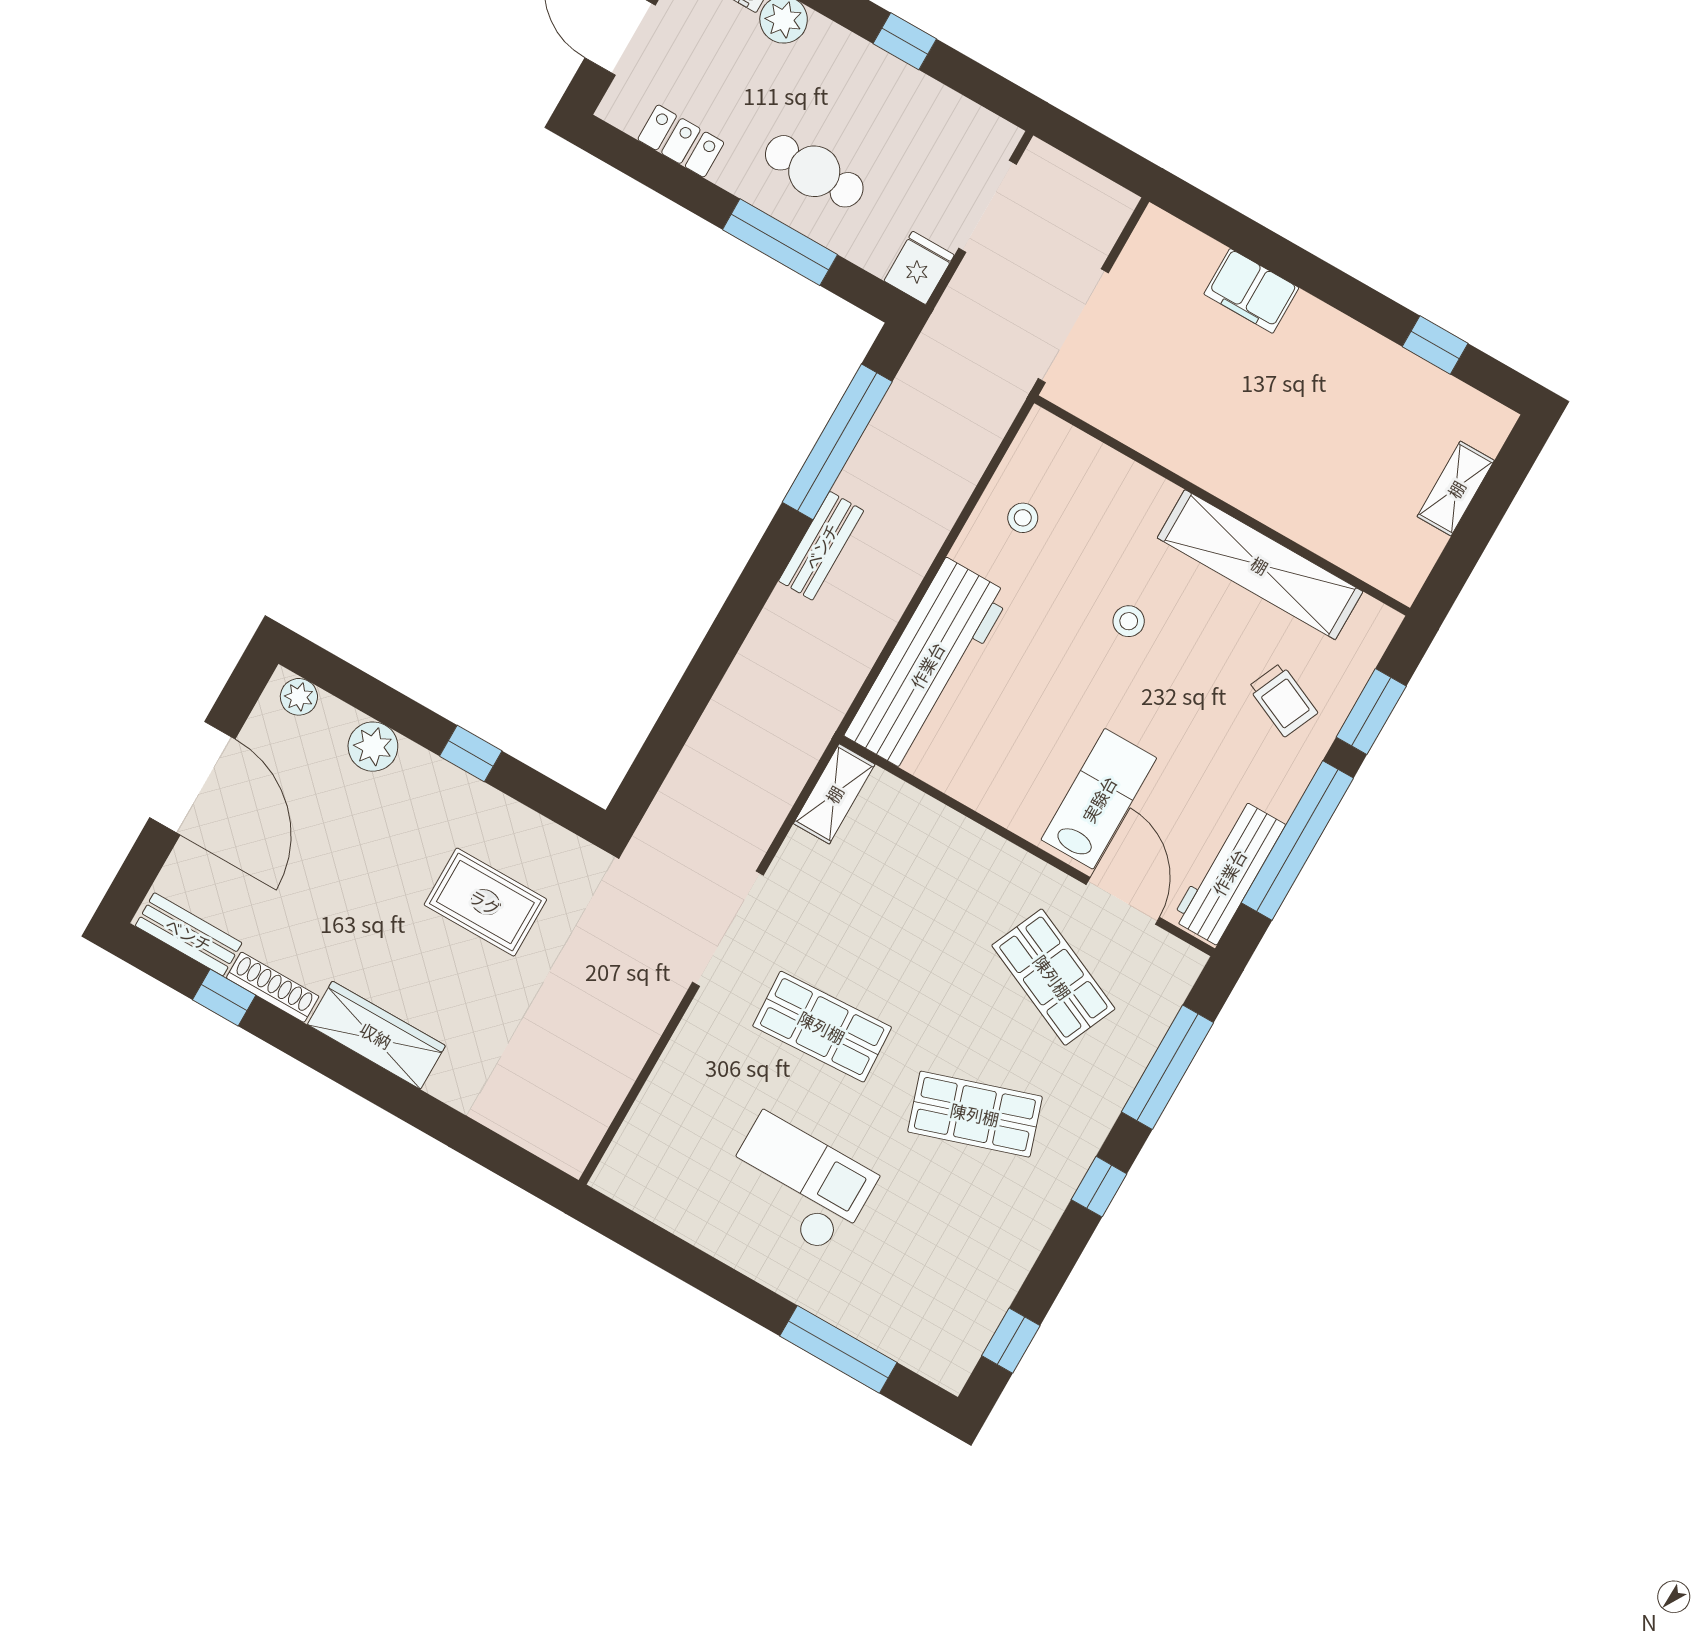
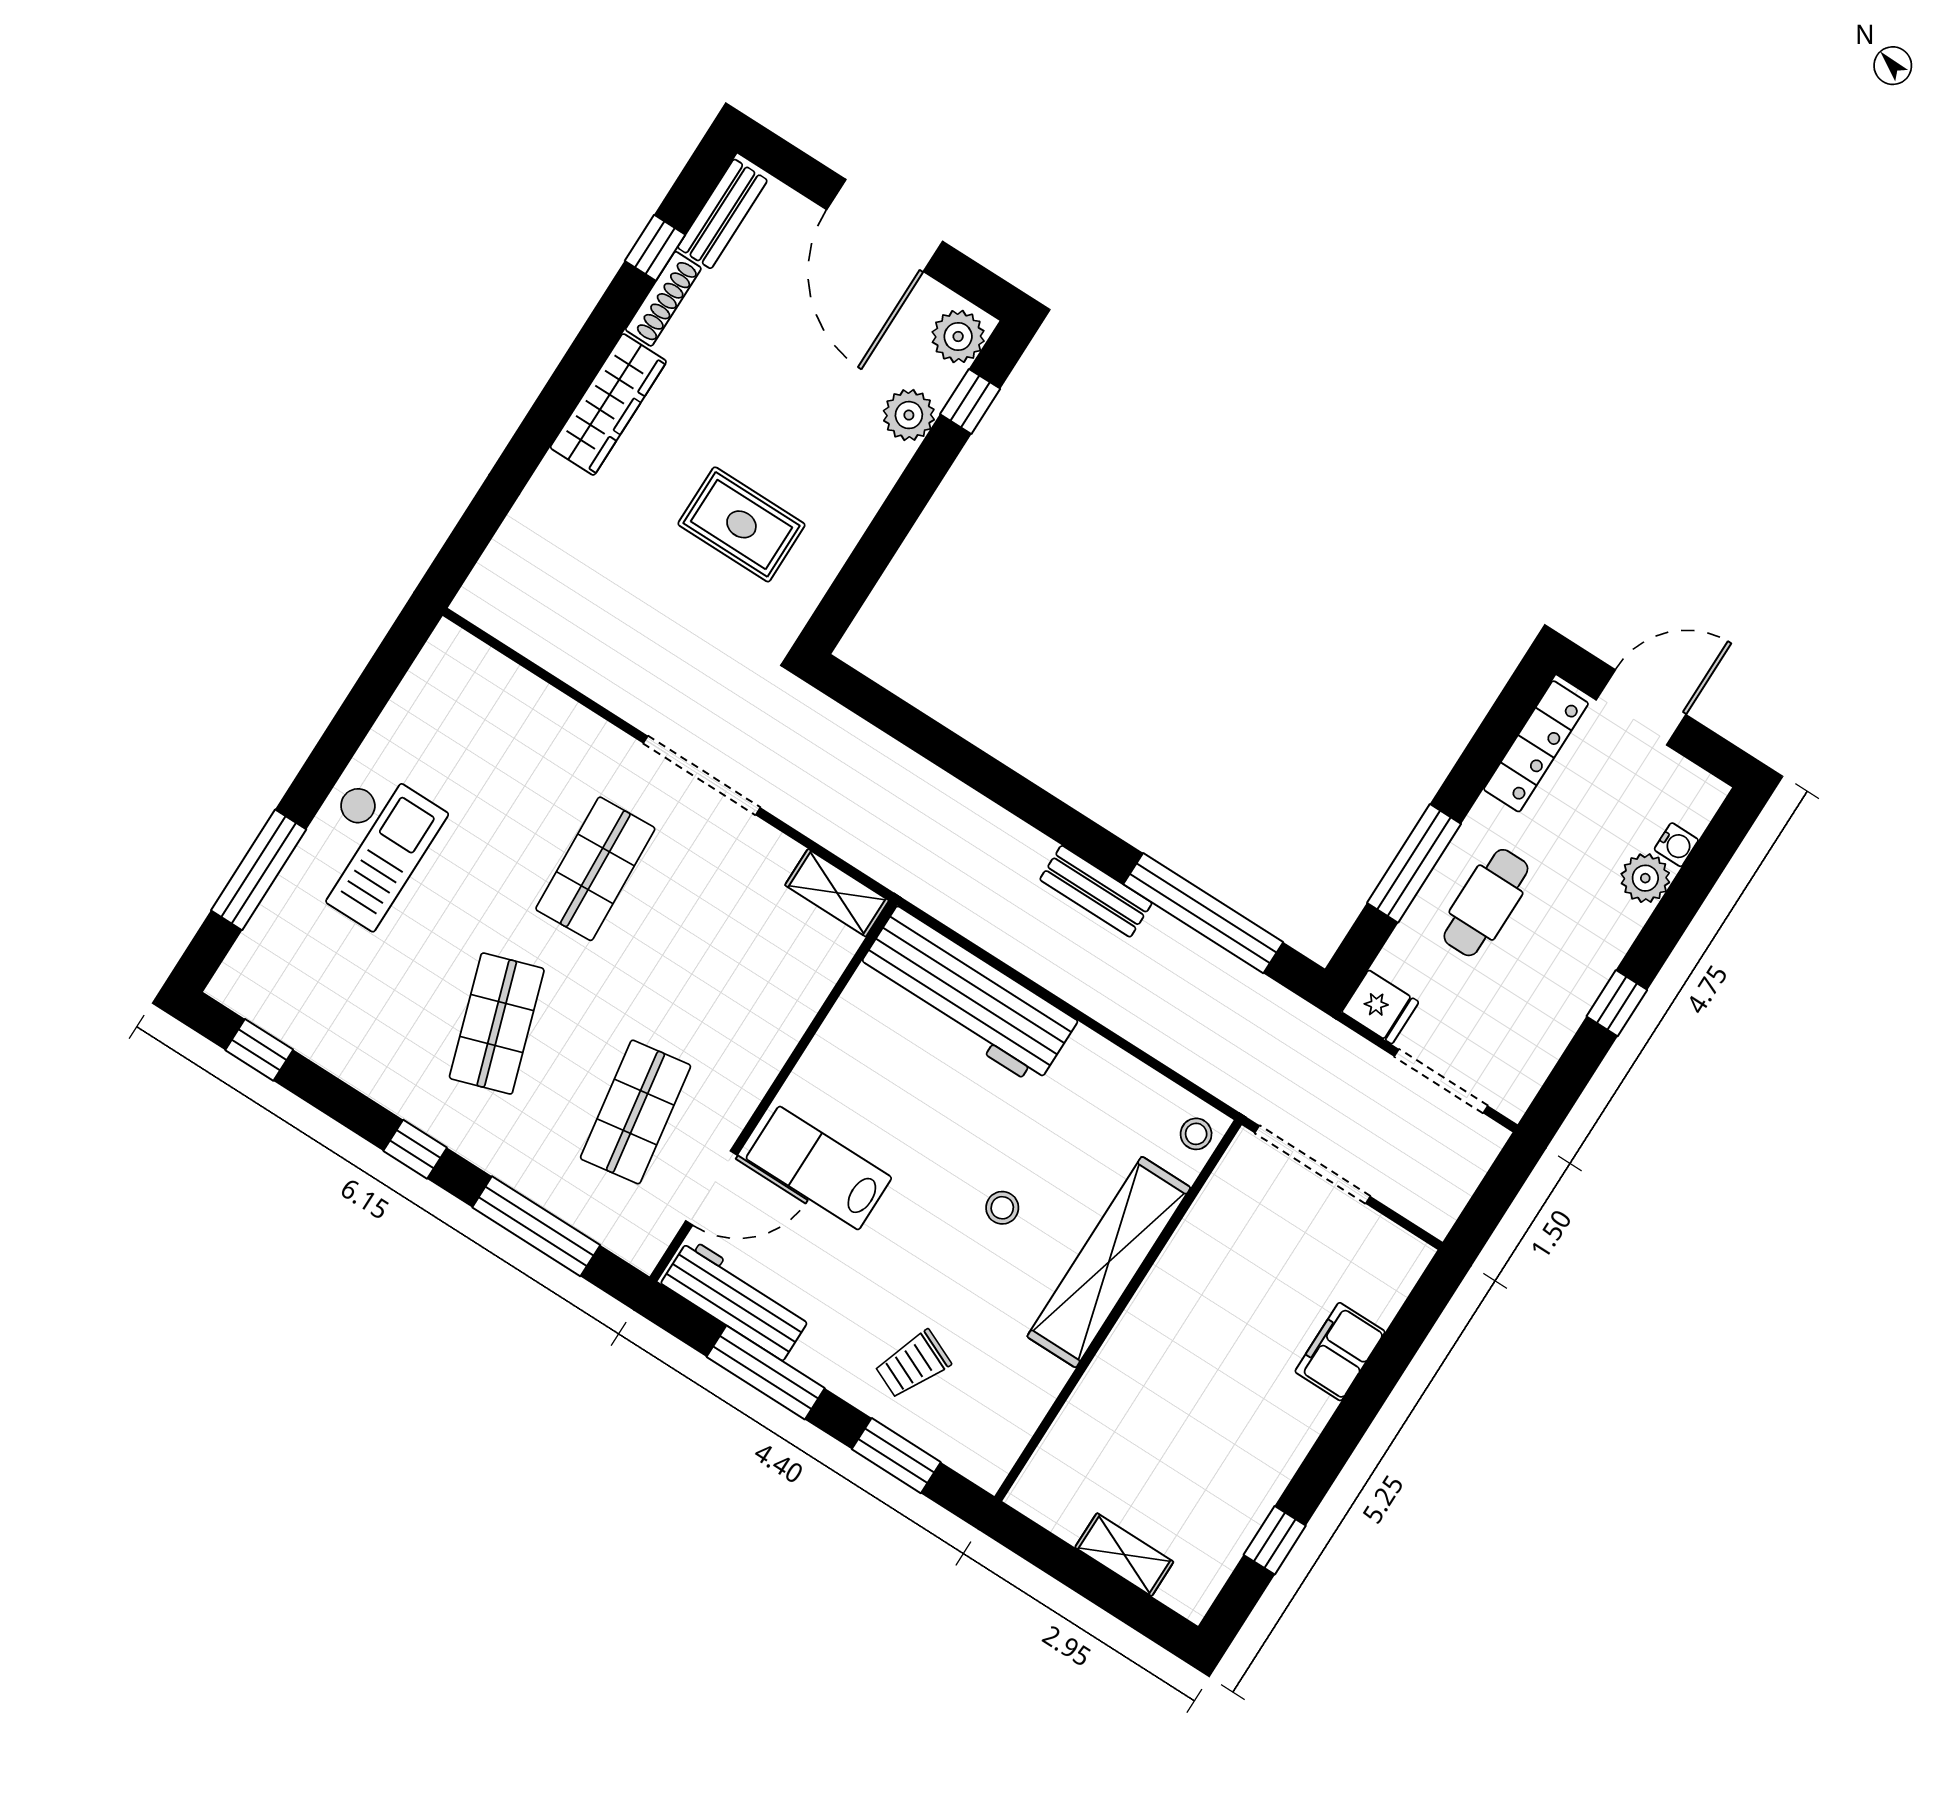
locker: (681, 141) -> (1536, 746), width x1.53
stool: (1023, 518) -> (1196, 1134), moved
shelving: (1260, 565) -> (1109, 1262), moved
plant: (299, 697) -> (958, 336), width x1.38, depth x1.38
window: (471, 753) -> (970, 401), moved
door: (192, 778) -> (885, 225), hinge flipped
lab bench: (1099, 799) -> (819, 1168), turned 180
window: (1297, 840) -> (766, 1373), width x0.68
rug: (485, 902) -> (741, 524), turned 90
shop shelf: (1053, 977) -> (636, 1112), turned -33
checkout: (798, 1183) -> (370, 847), moved

